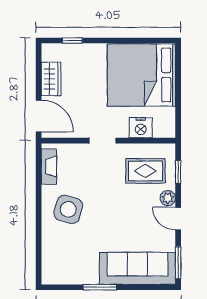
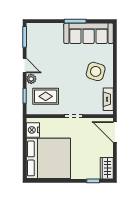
wardrobe: (51, 79) -> (107, 168), moved
nightstand: (141, 128) -> (33, 130), moved, turned -90
sofa: (137, 268) -> (89, 33), moved

